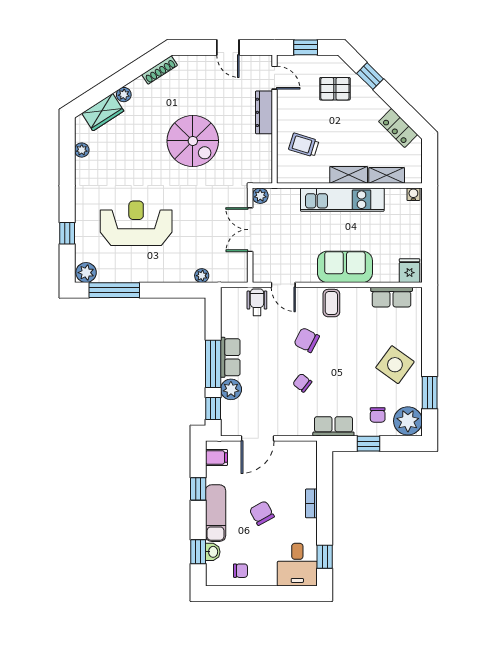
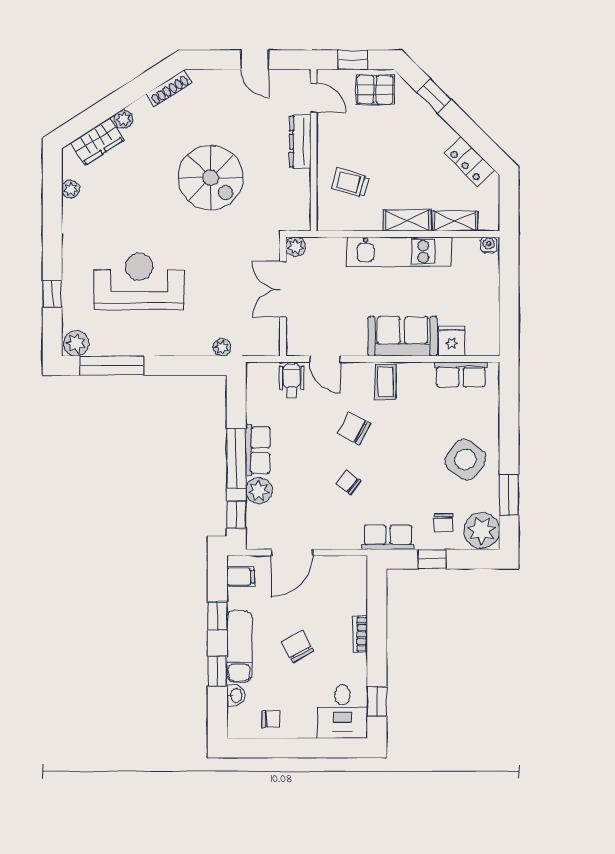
pallet: (335, 89) -> (375, 90), moved
fridge: (410, 271) -> (451, 341), moved
window: (198, 552) -> (217, 671), moved

